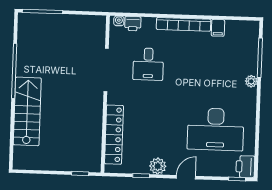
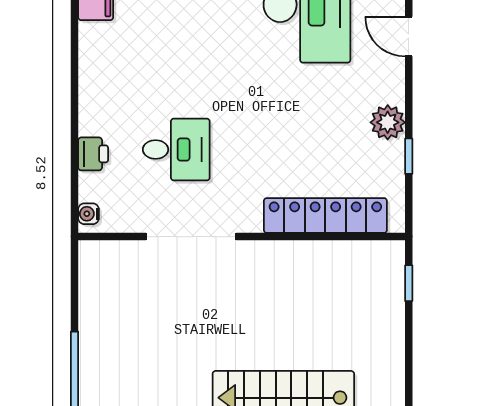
printer: (133, 24) -> (93, 154), moved
bookcase: (184, 24) -> (91, 79), removed
door: (186, 177) -> (409, 37), moved

